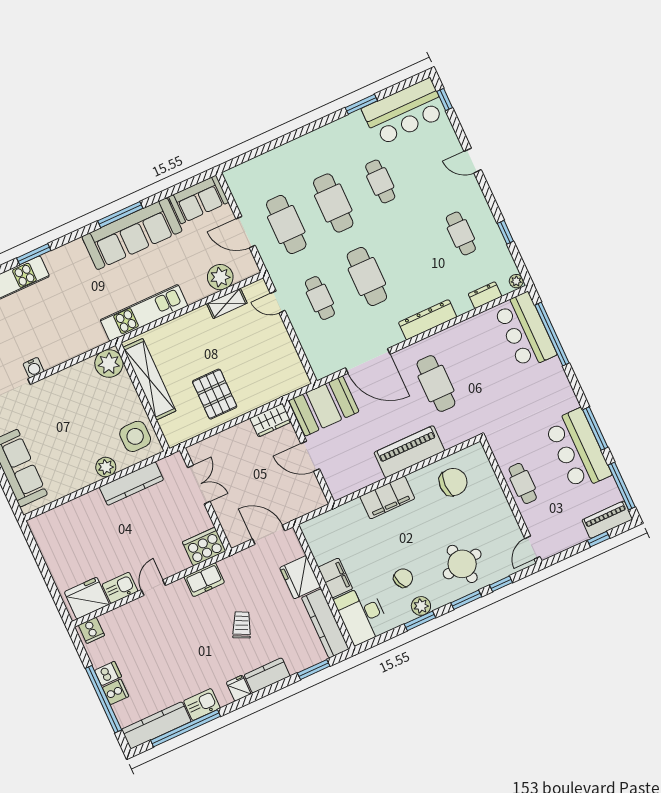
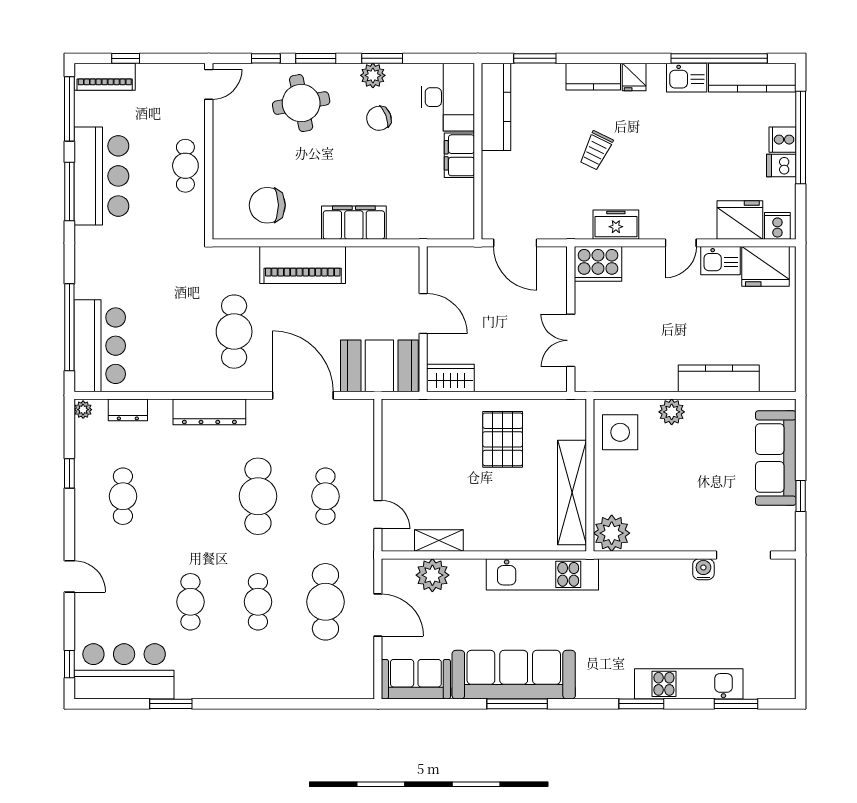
cafe table: (333, 203) -> (258, 602), width x0.73, depth x0.74
kitchen counter: (131, 484) -> (719, 378), moved
fridge: (300, 577) -> (740, 220), moved, turned -90

